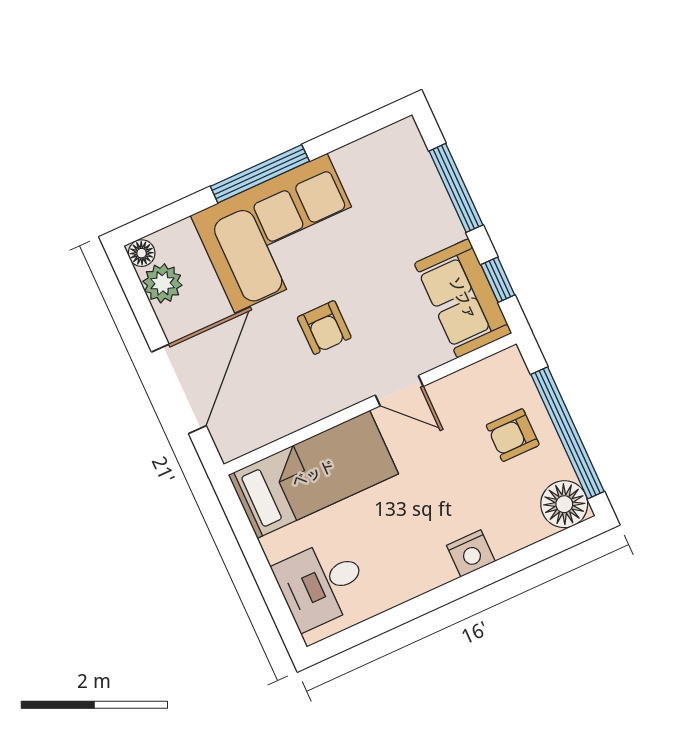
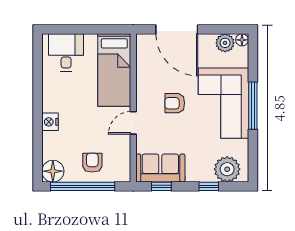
plant: (406, 167) -> (227, 169), added
window: (456, 188) -> (209, 186), width x0.46

